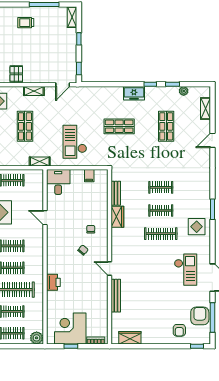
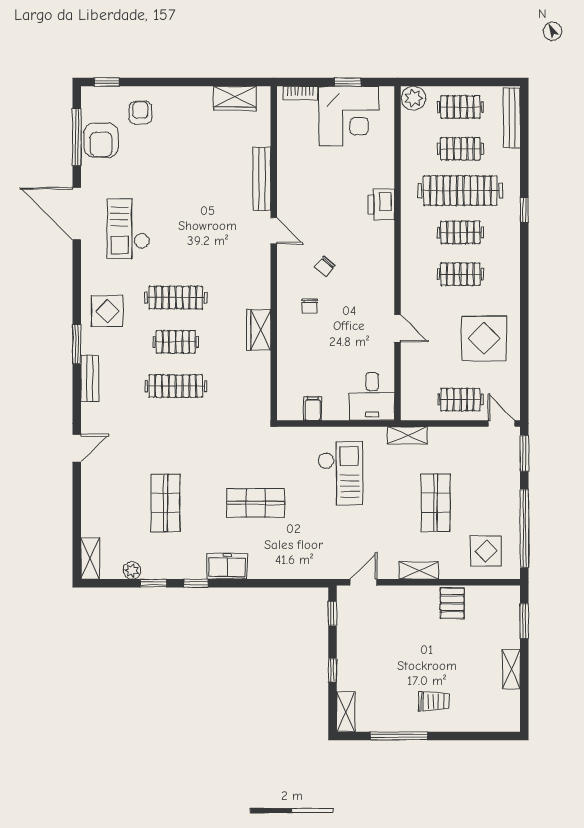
shelving: (205, 108) -> (90, 558), moved
door: (213, 140) -> (77, 448), moved
clothes rail: (161, 187) -> (176, 386), width x1.36
bench: (116, 193) -> (90, 378), moved

